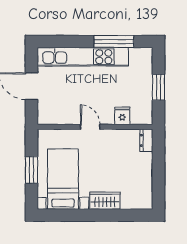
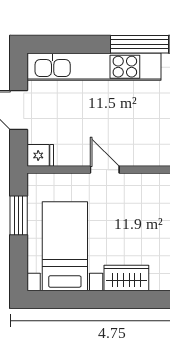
fridge: (122, 116) -> (40, 155), moved, turned 90
window: (32, 170) -> (19, 215), moved

